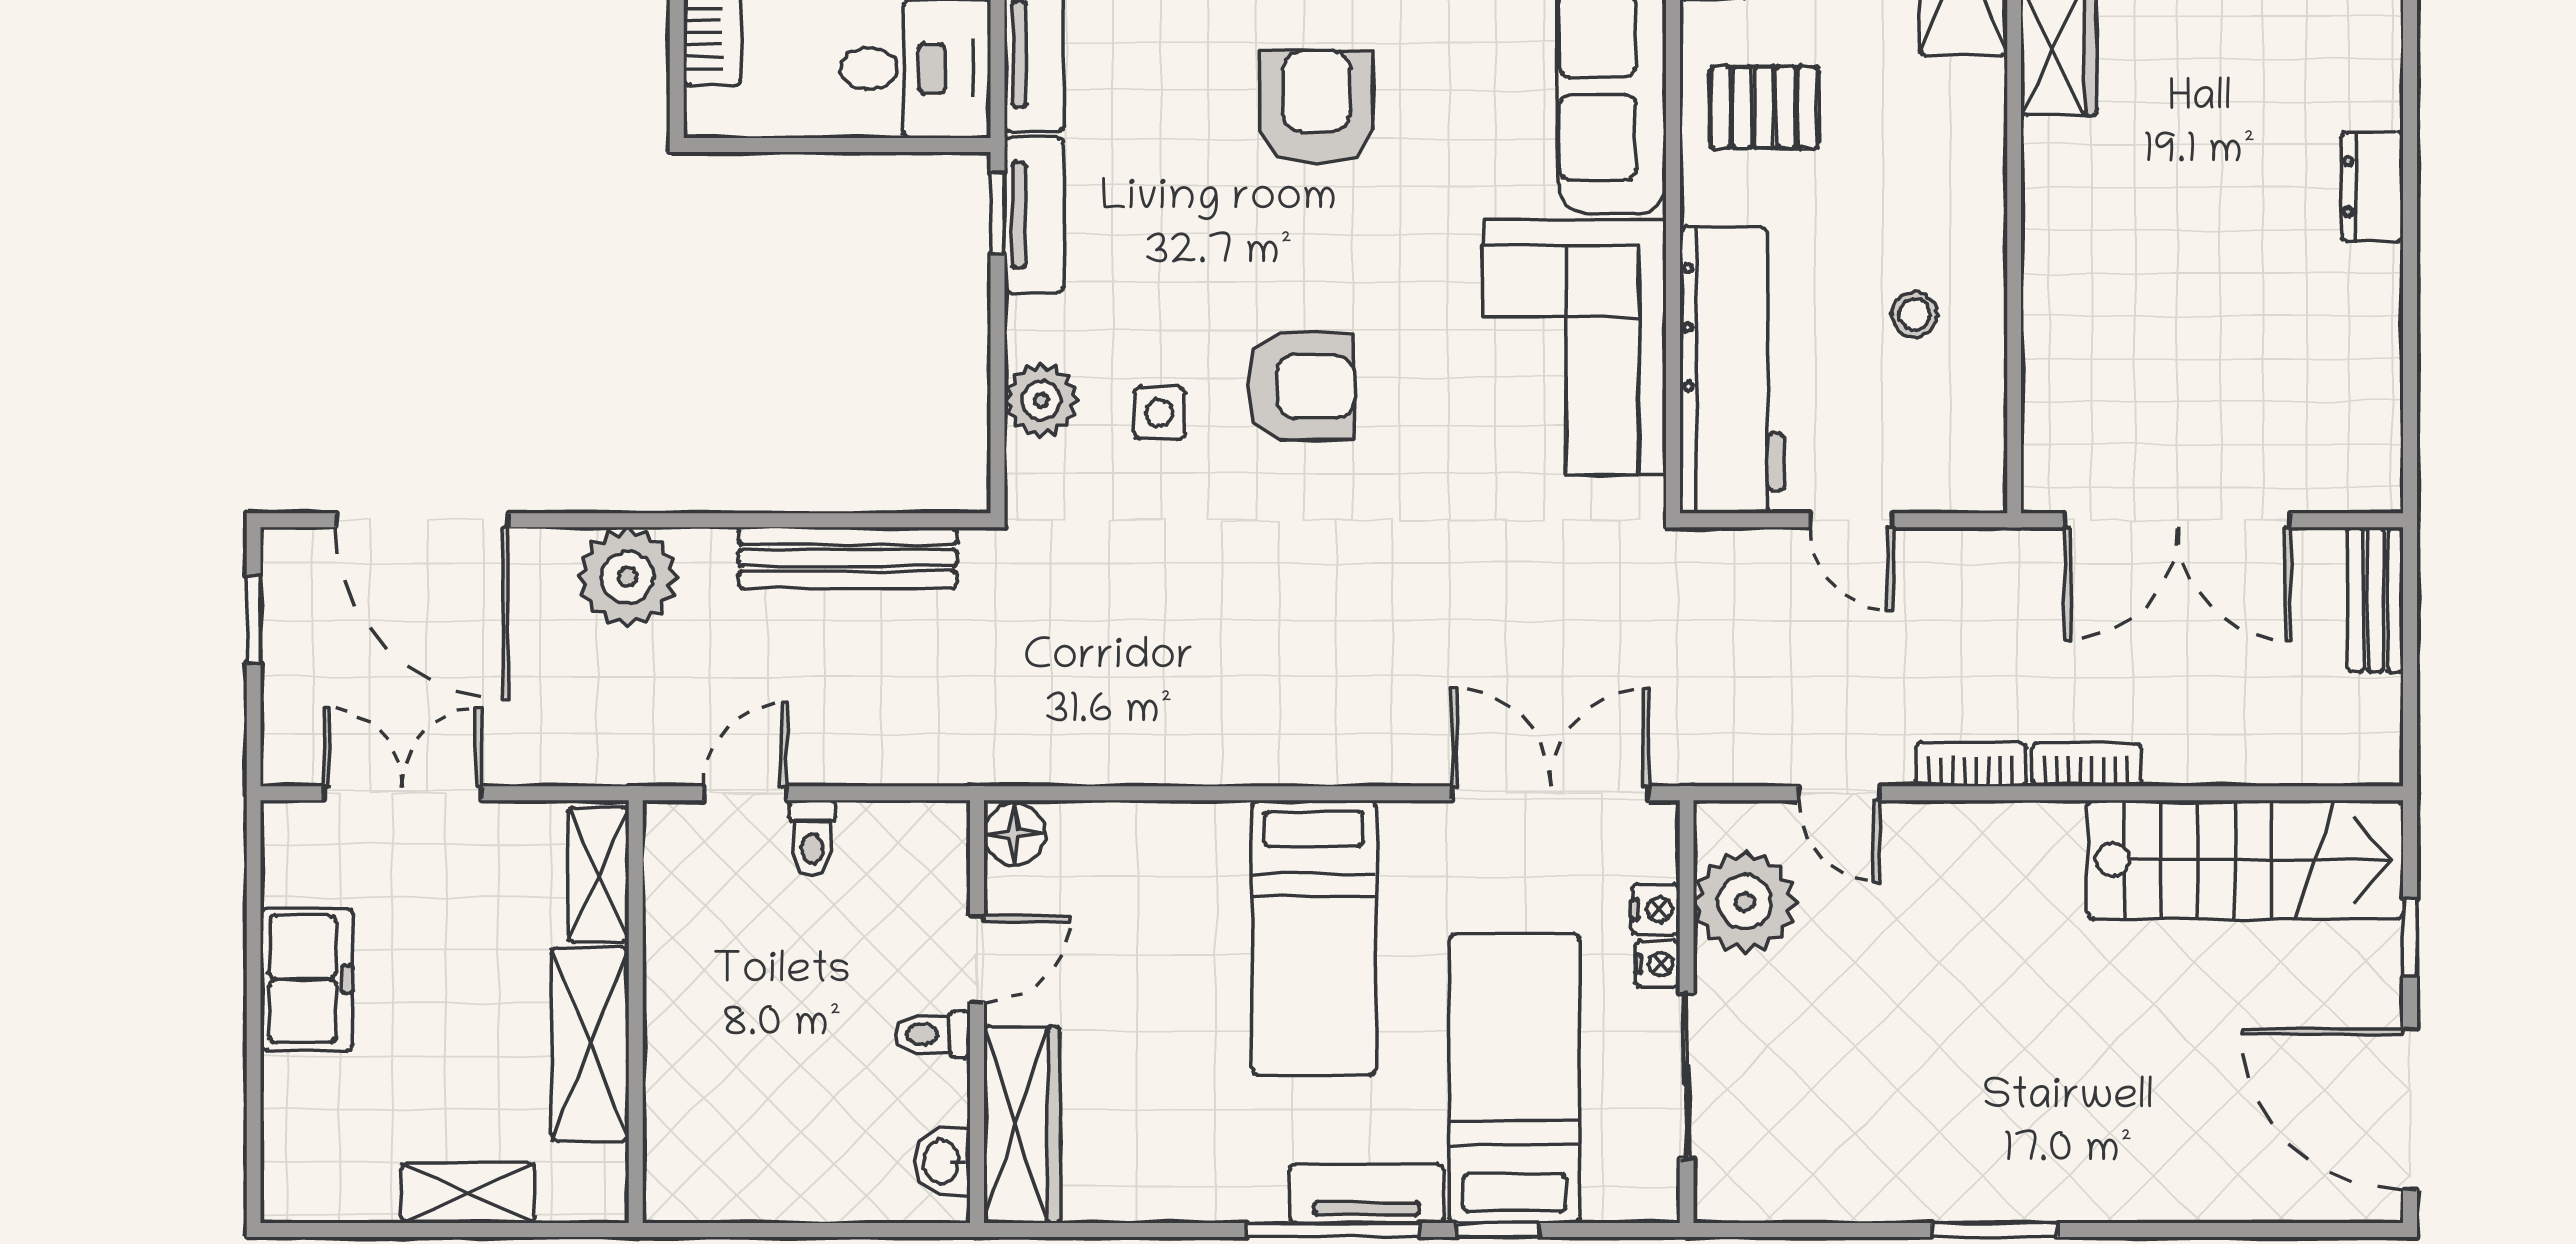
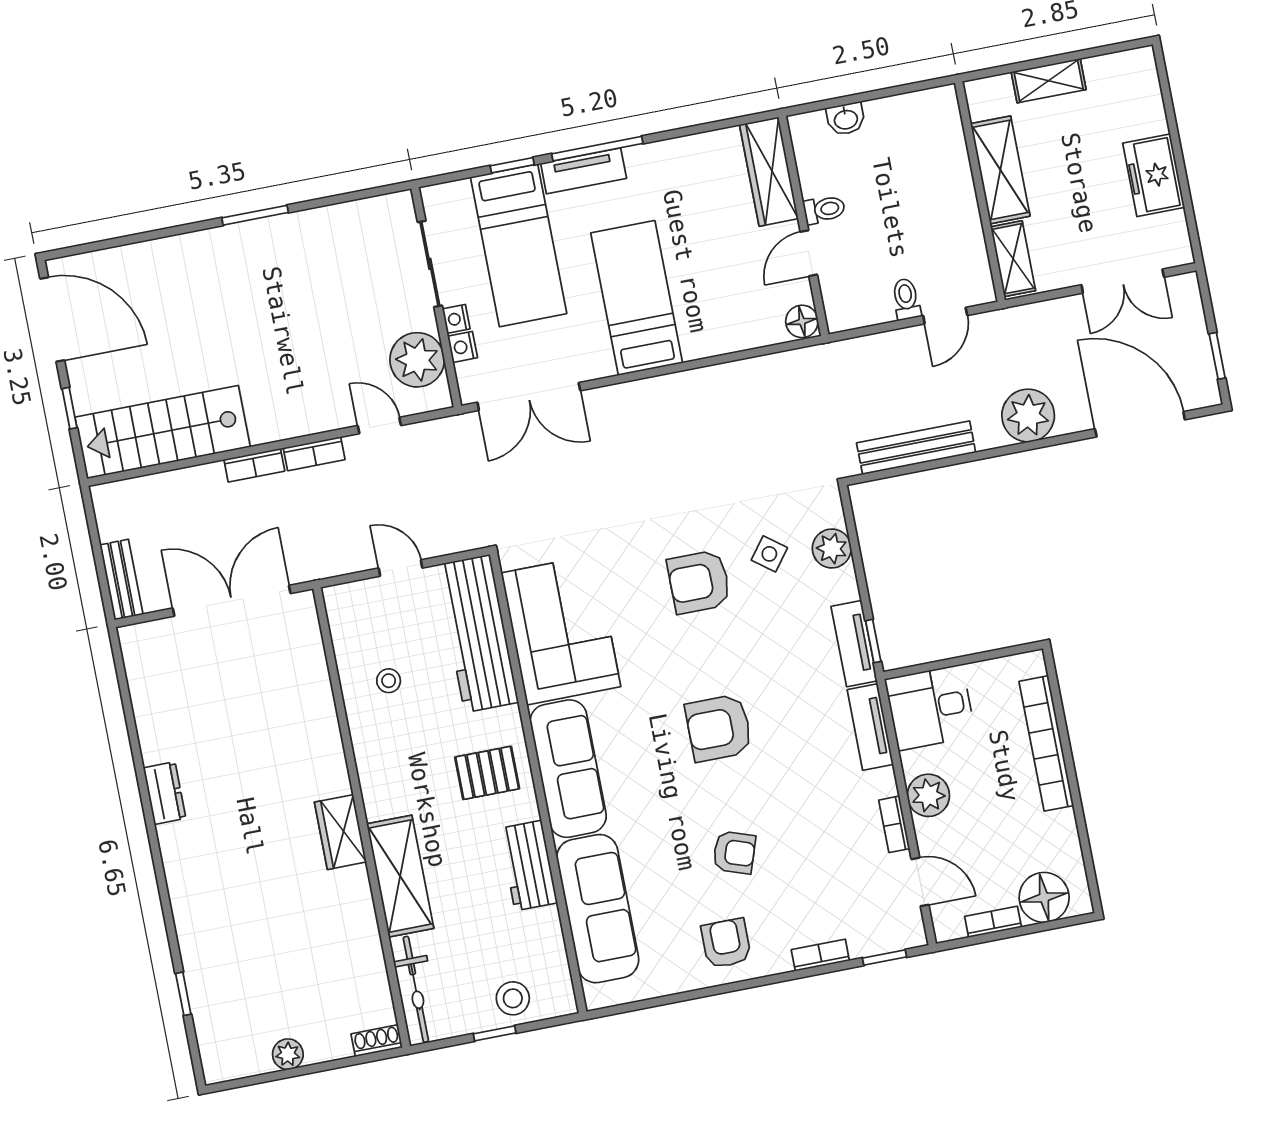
armchair: (1317, 107) -> (719, 728), turned 90
side table: (1159, 413) -> (769, 554), turned 37
washbasin: (943, 1162) -> (846, 119), moved, turned 90

